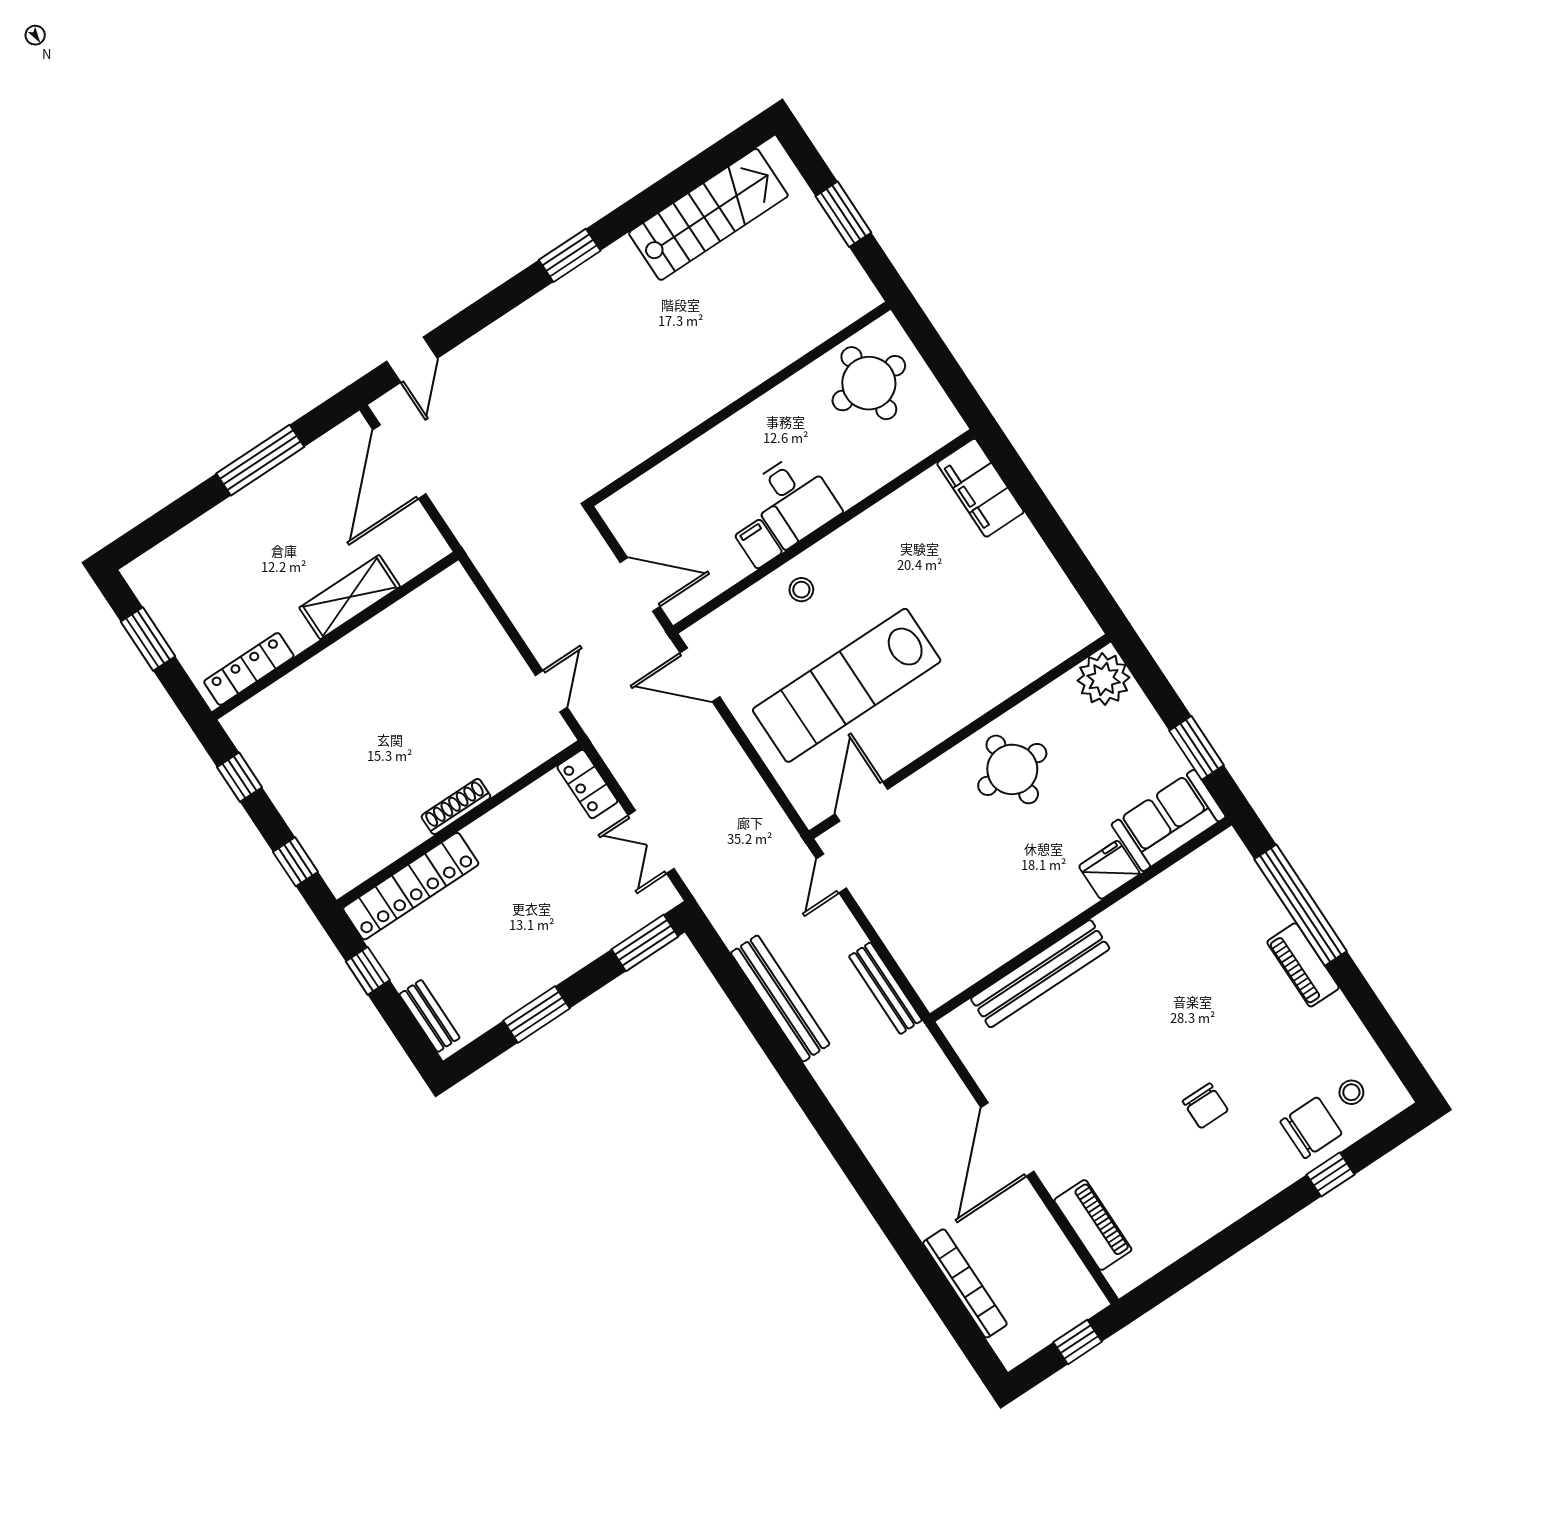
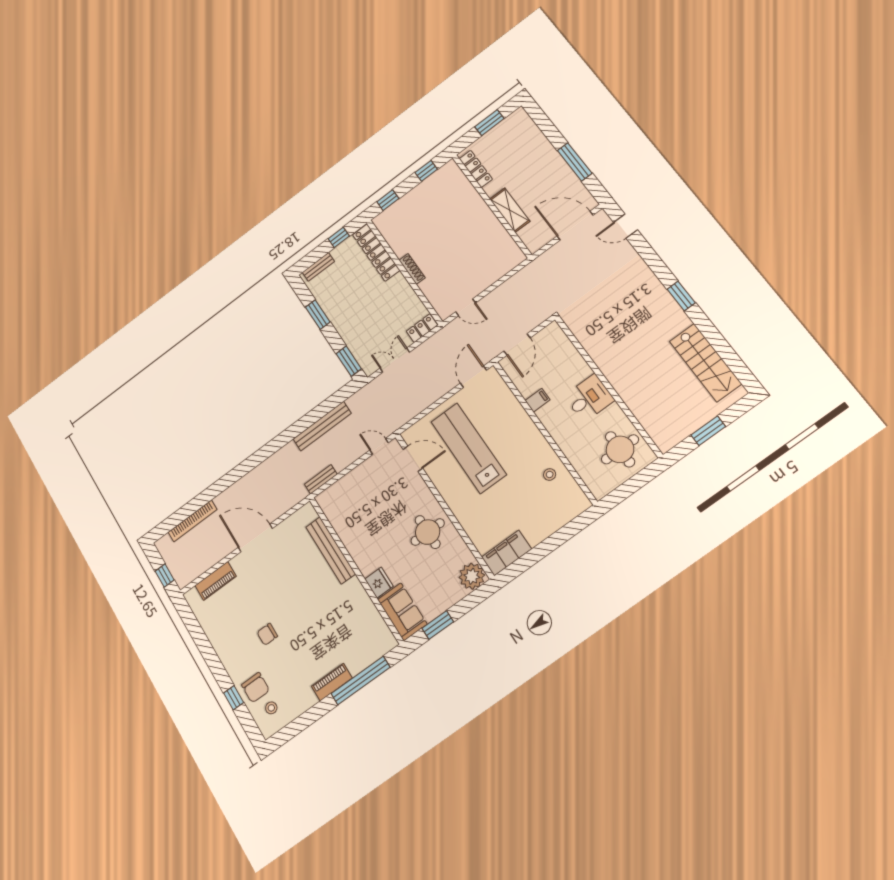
filing cabinet: (980, 488) -> (506, 553), moved
desk: (793, 500) -> (589, 398), moved, turned 180
stool: (801, 590) -> (550, 474), moved
bench: (885, 988) -> (321, 479), width x0.73

